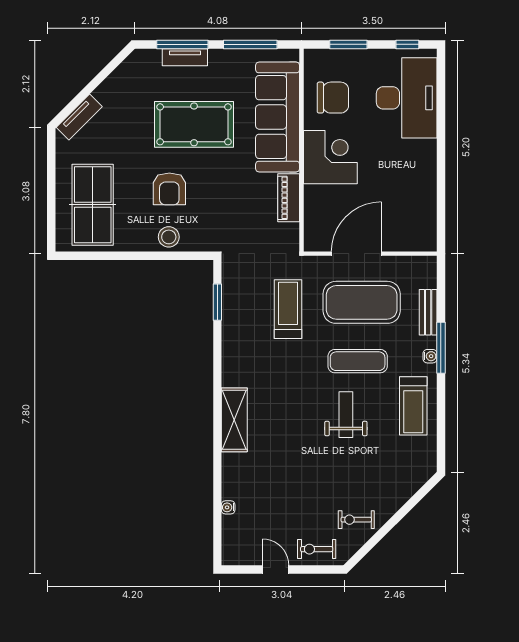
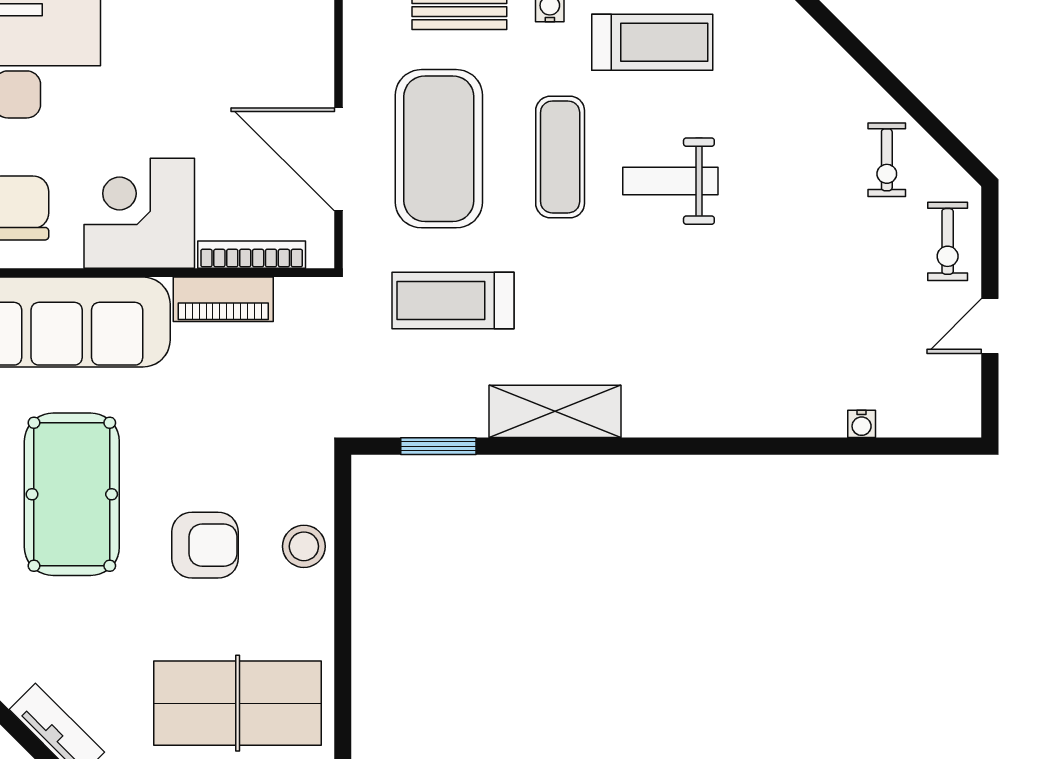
bookcase: (310, 212) -> (252, 255), added
shelving: (234, 420) -> (555, 411), moved

